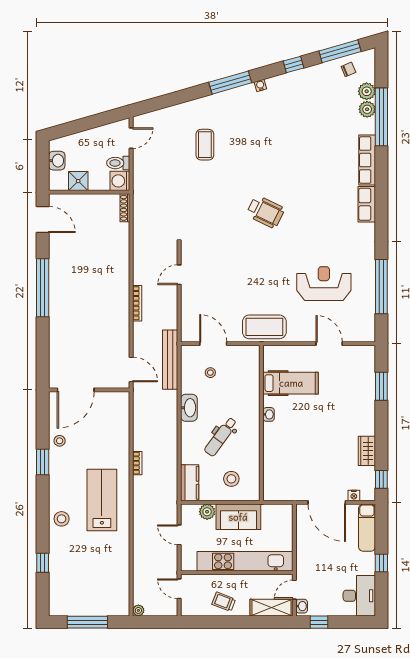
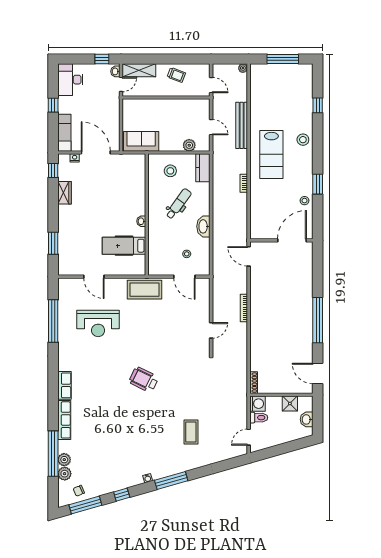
bench: (170, 360) -> (242, 125), moved
sofa: (238, 517) -> (141, 141), moved
kitchen unit: (245, 561) -> (160, 106), removed

